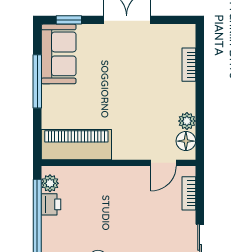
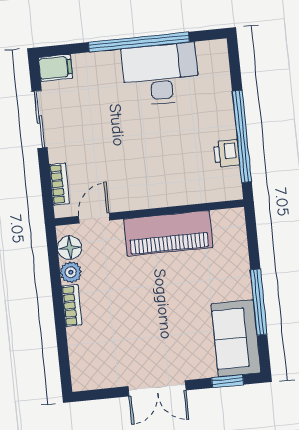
bookcase: (189, 65) -> (72, 305), moved
piano: (76, 145) -> (168, 233), moved
plant: (50, 183) -> (230, 179), removed

